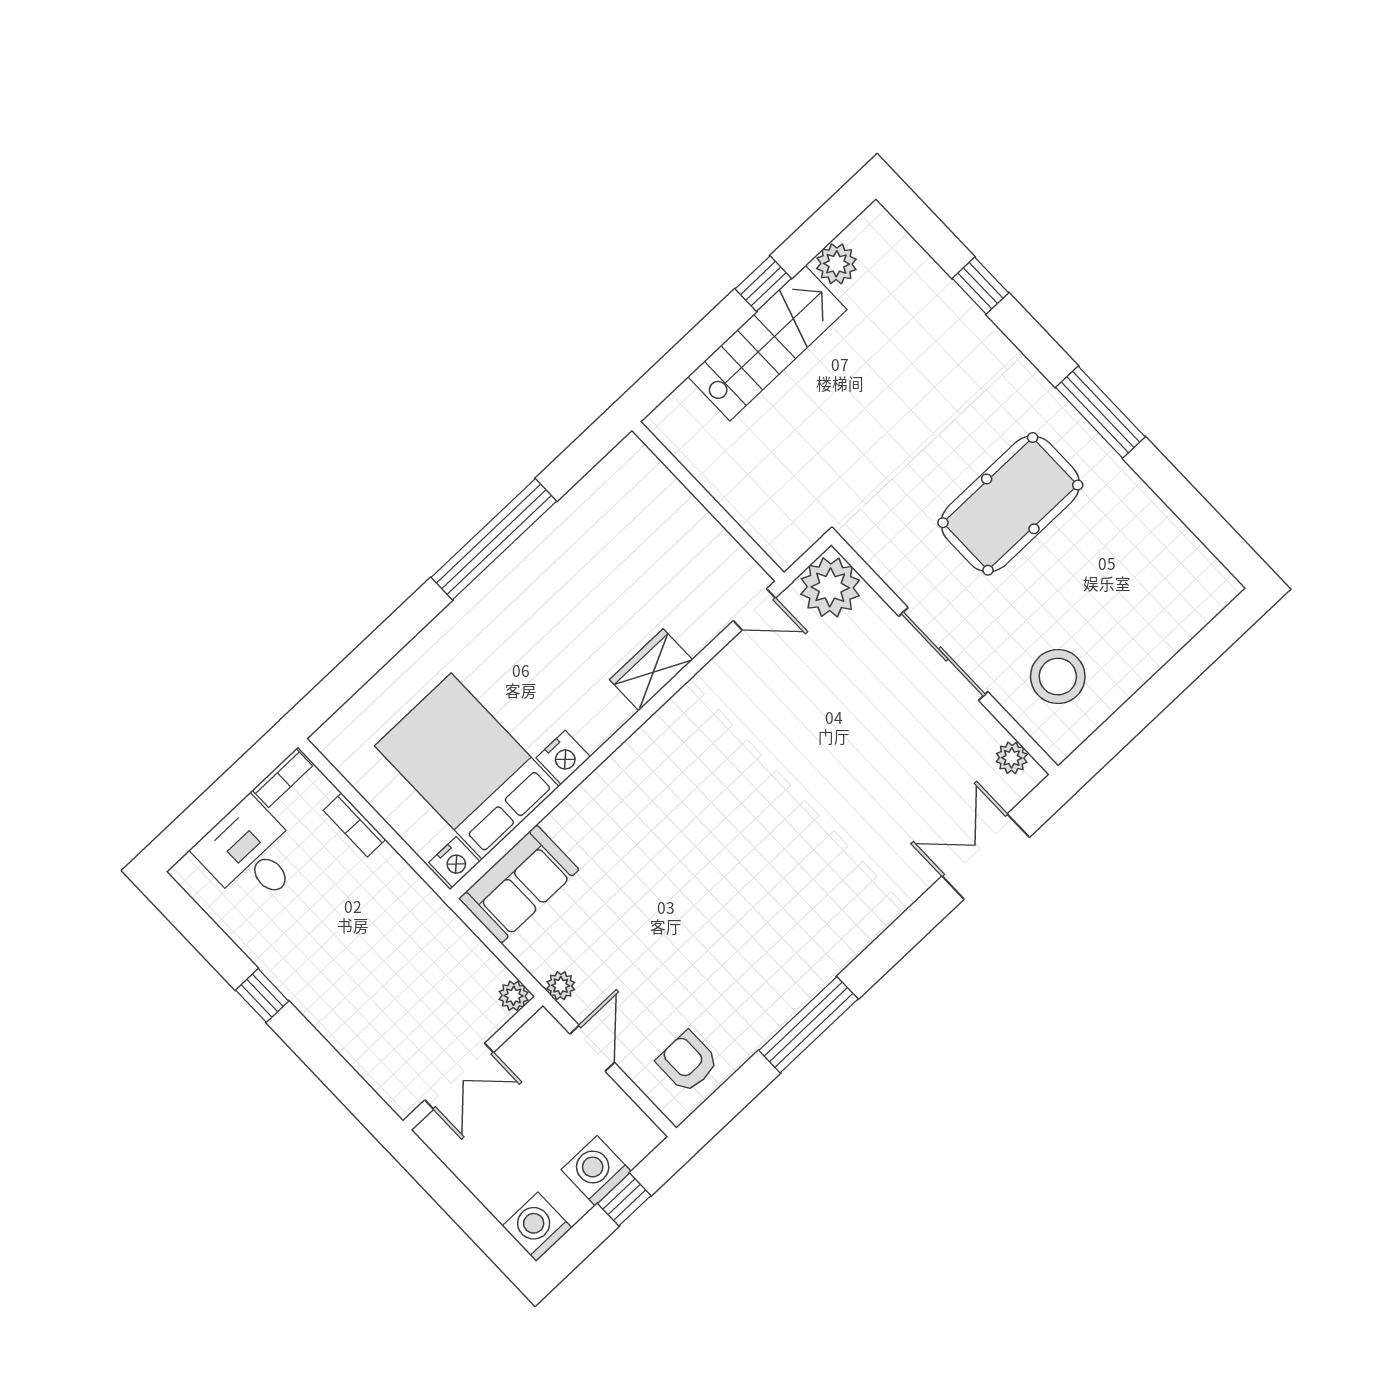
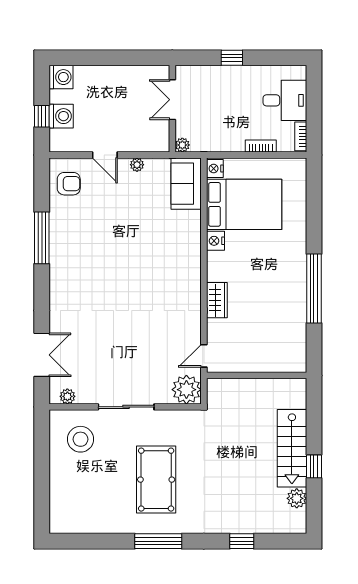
plant: (514, 996) -> (182, 145), moved
wall: (473, 1063) -> (172, 109), moved
double door: (459, 1076) -> (172, 100), moved

